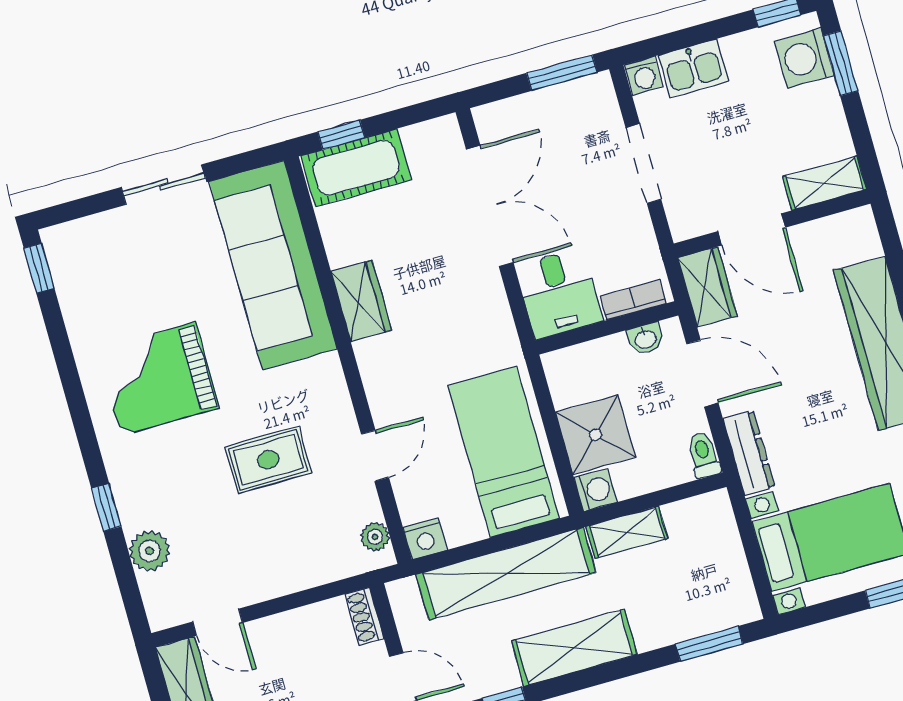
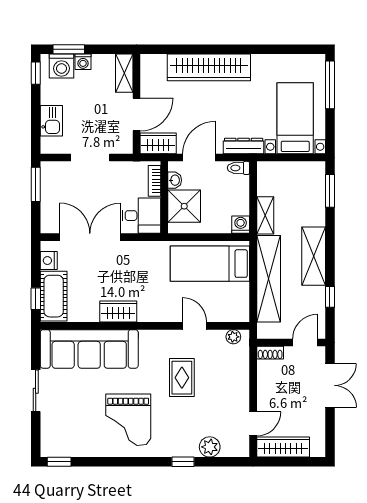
washing machine: (644, 76) -> (83, 62), moved, turned 90
shower: (595, 435) -> (184, 206), moved
nightstand: (425, 539) -> (49, 261), moved, turned 180

